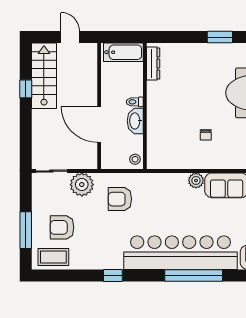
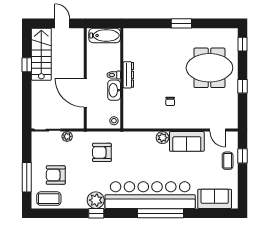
dresser: (153, 63) -> (128, 75), moved
plant: (82, 185) -> (67, 136), width x0.53, depth x0.53
plant: (112, 259) -> (96, 200), added

